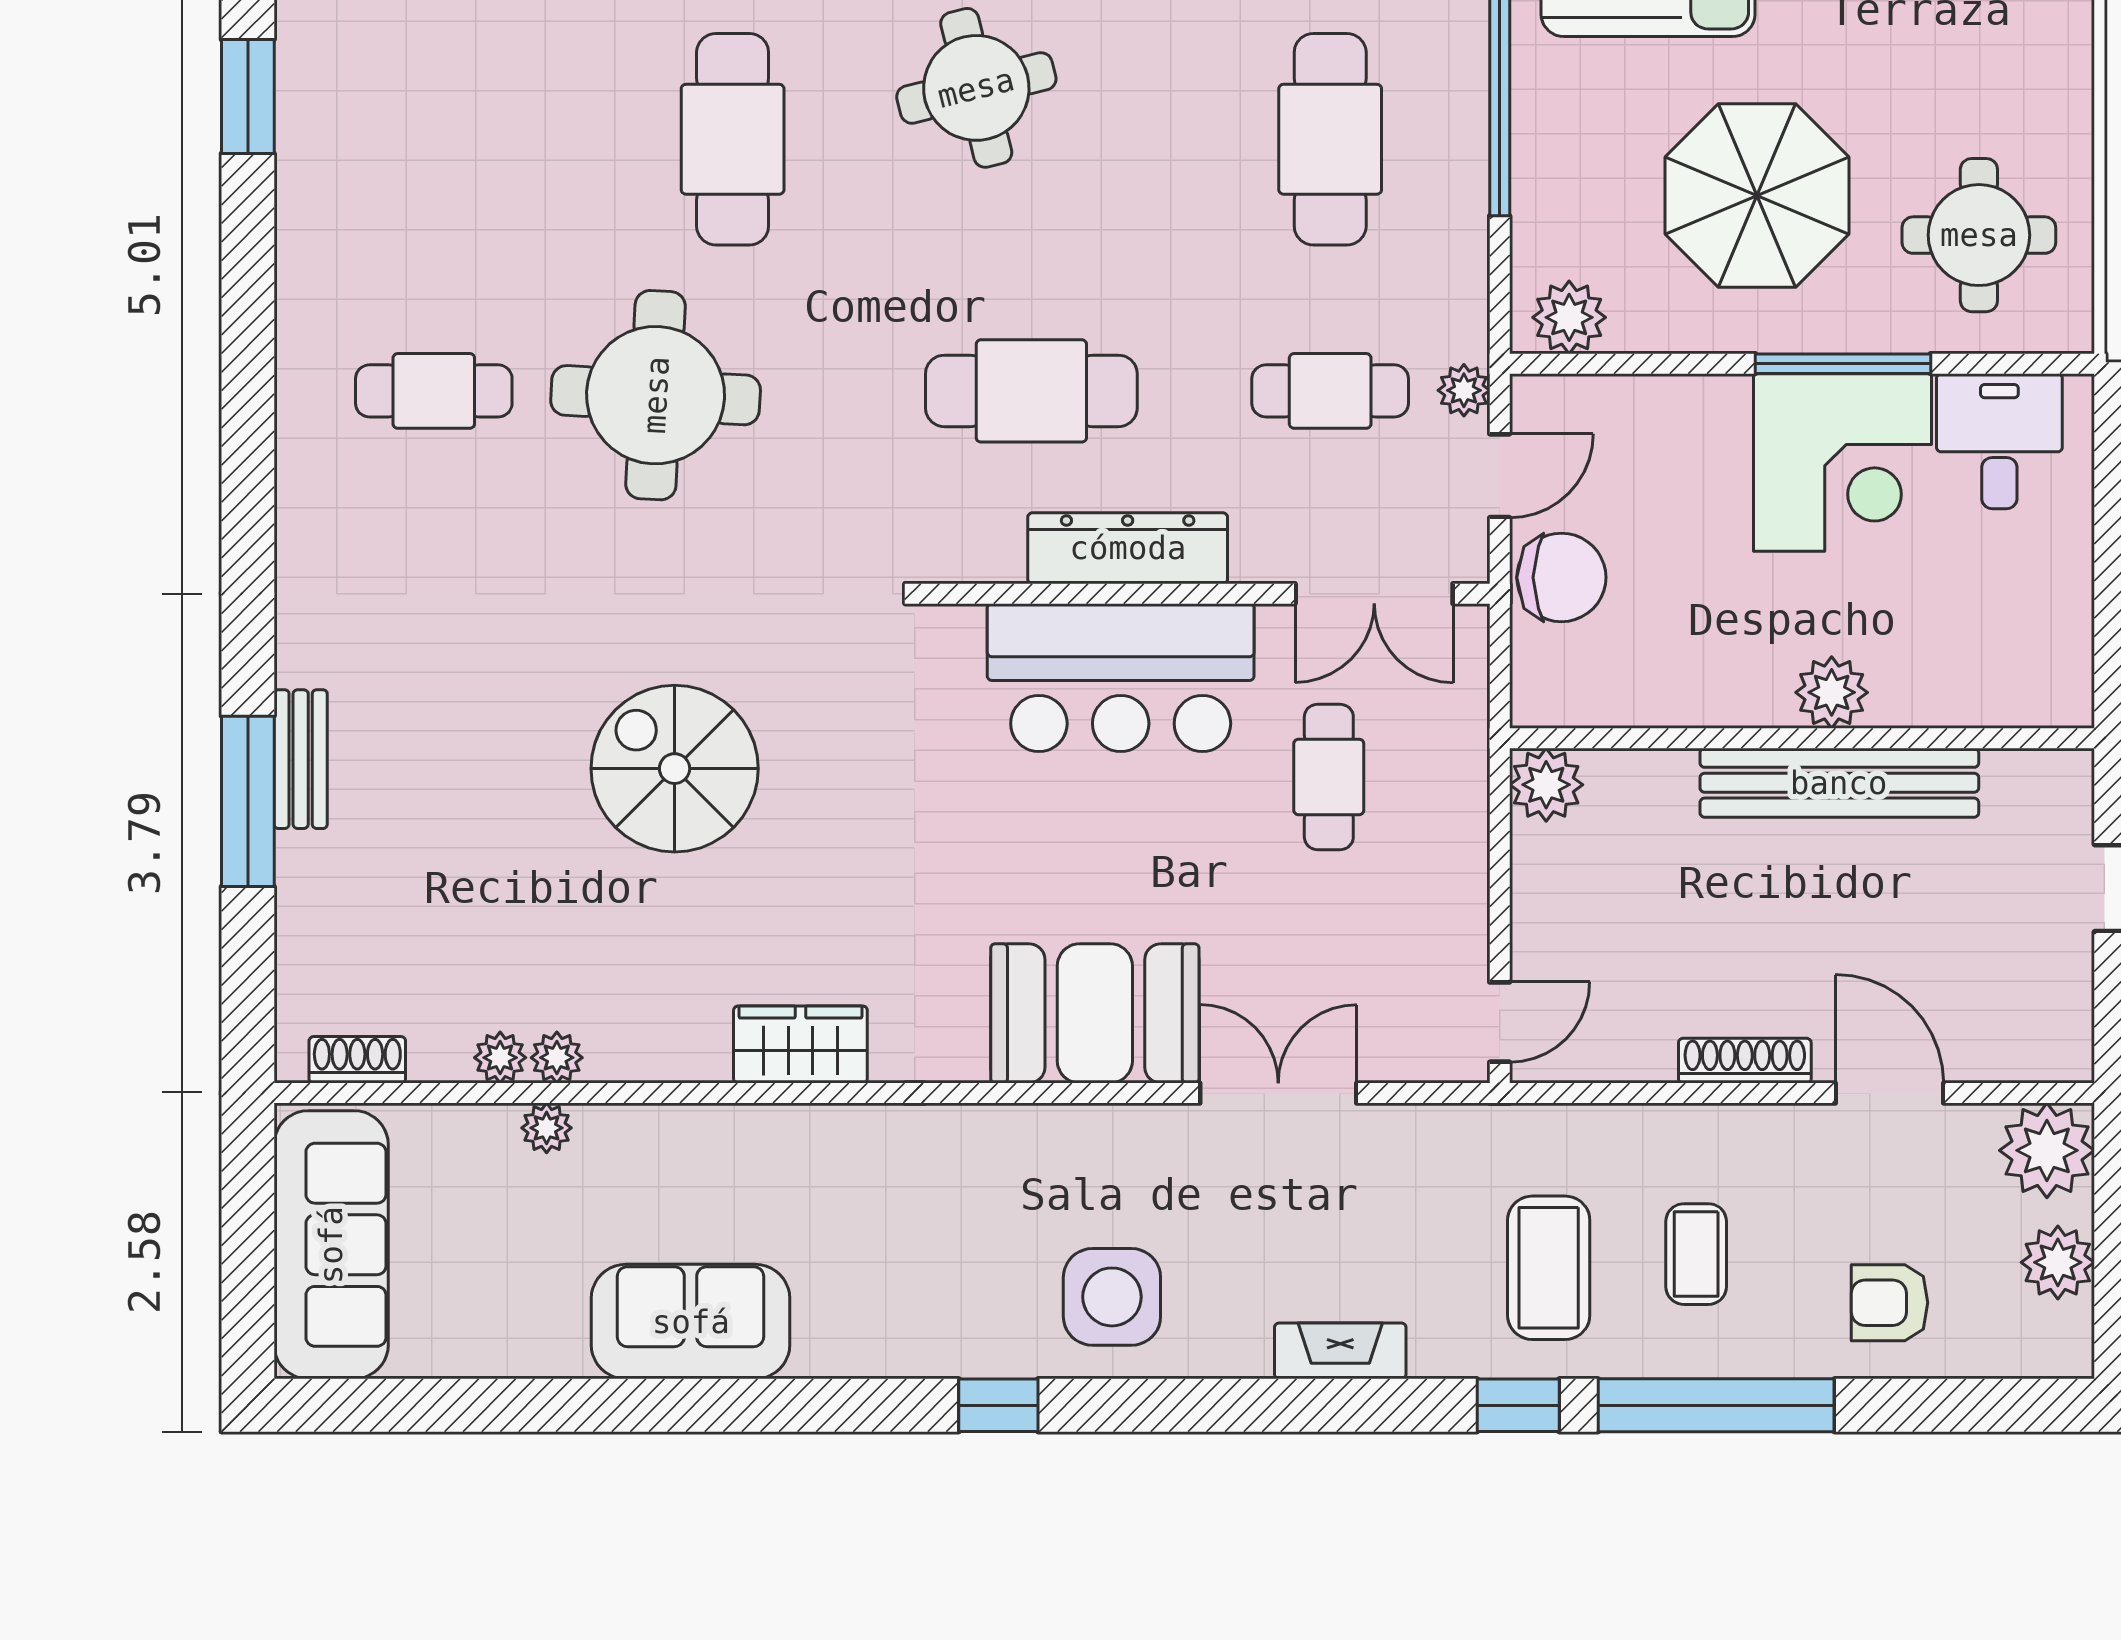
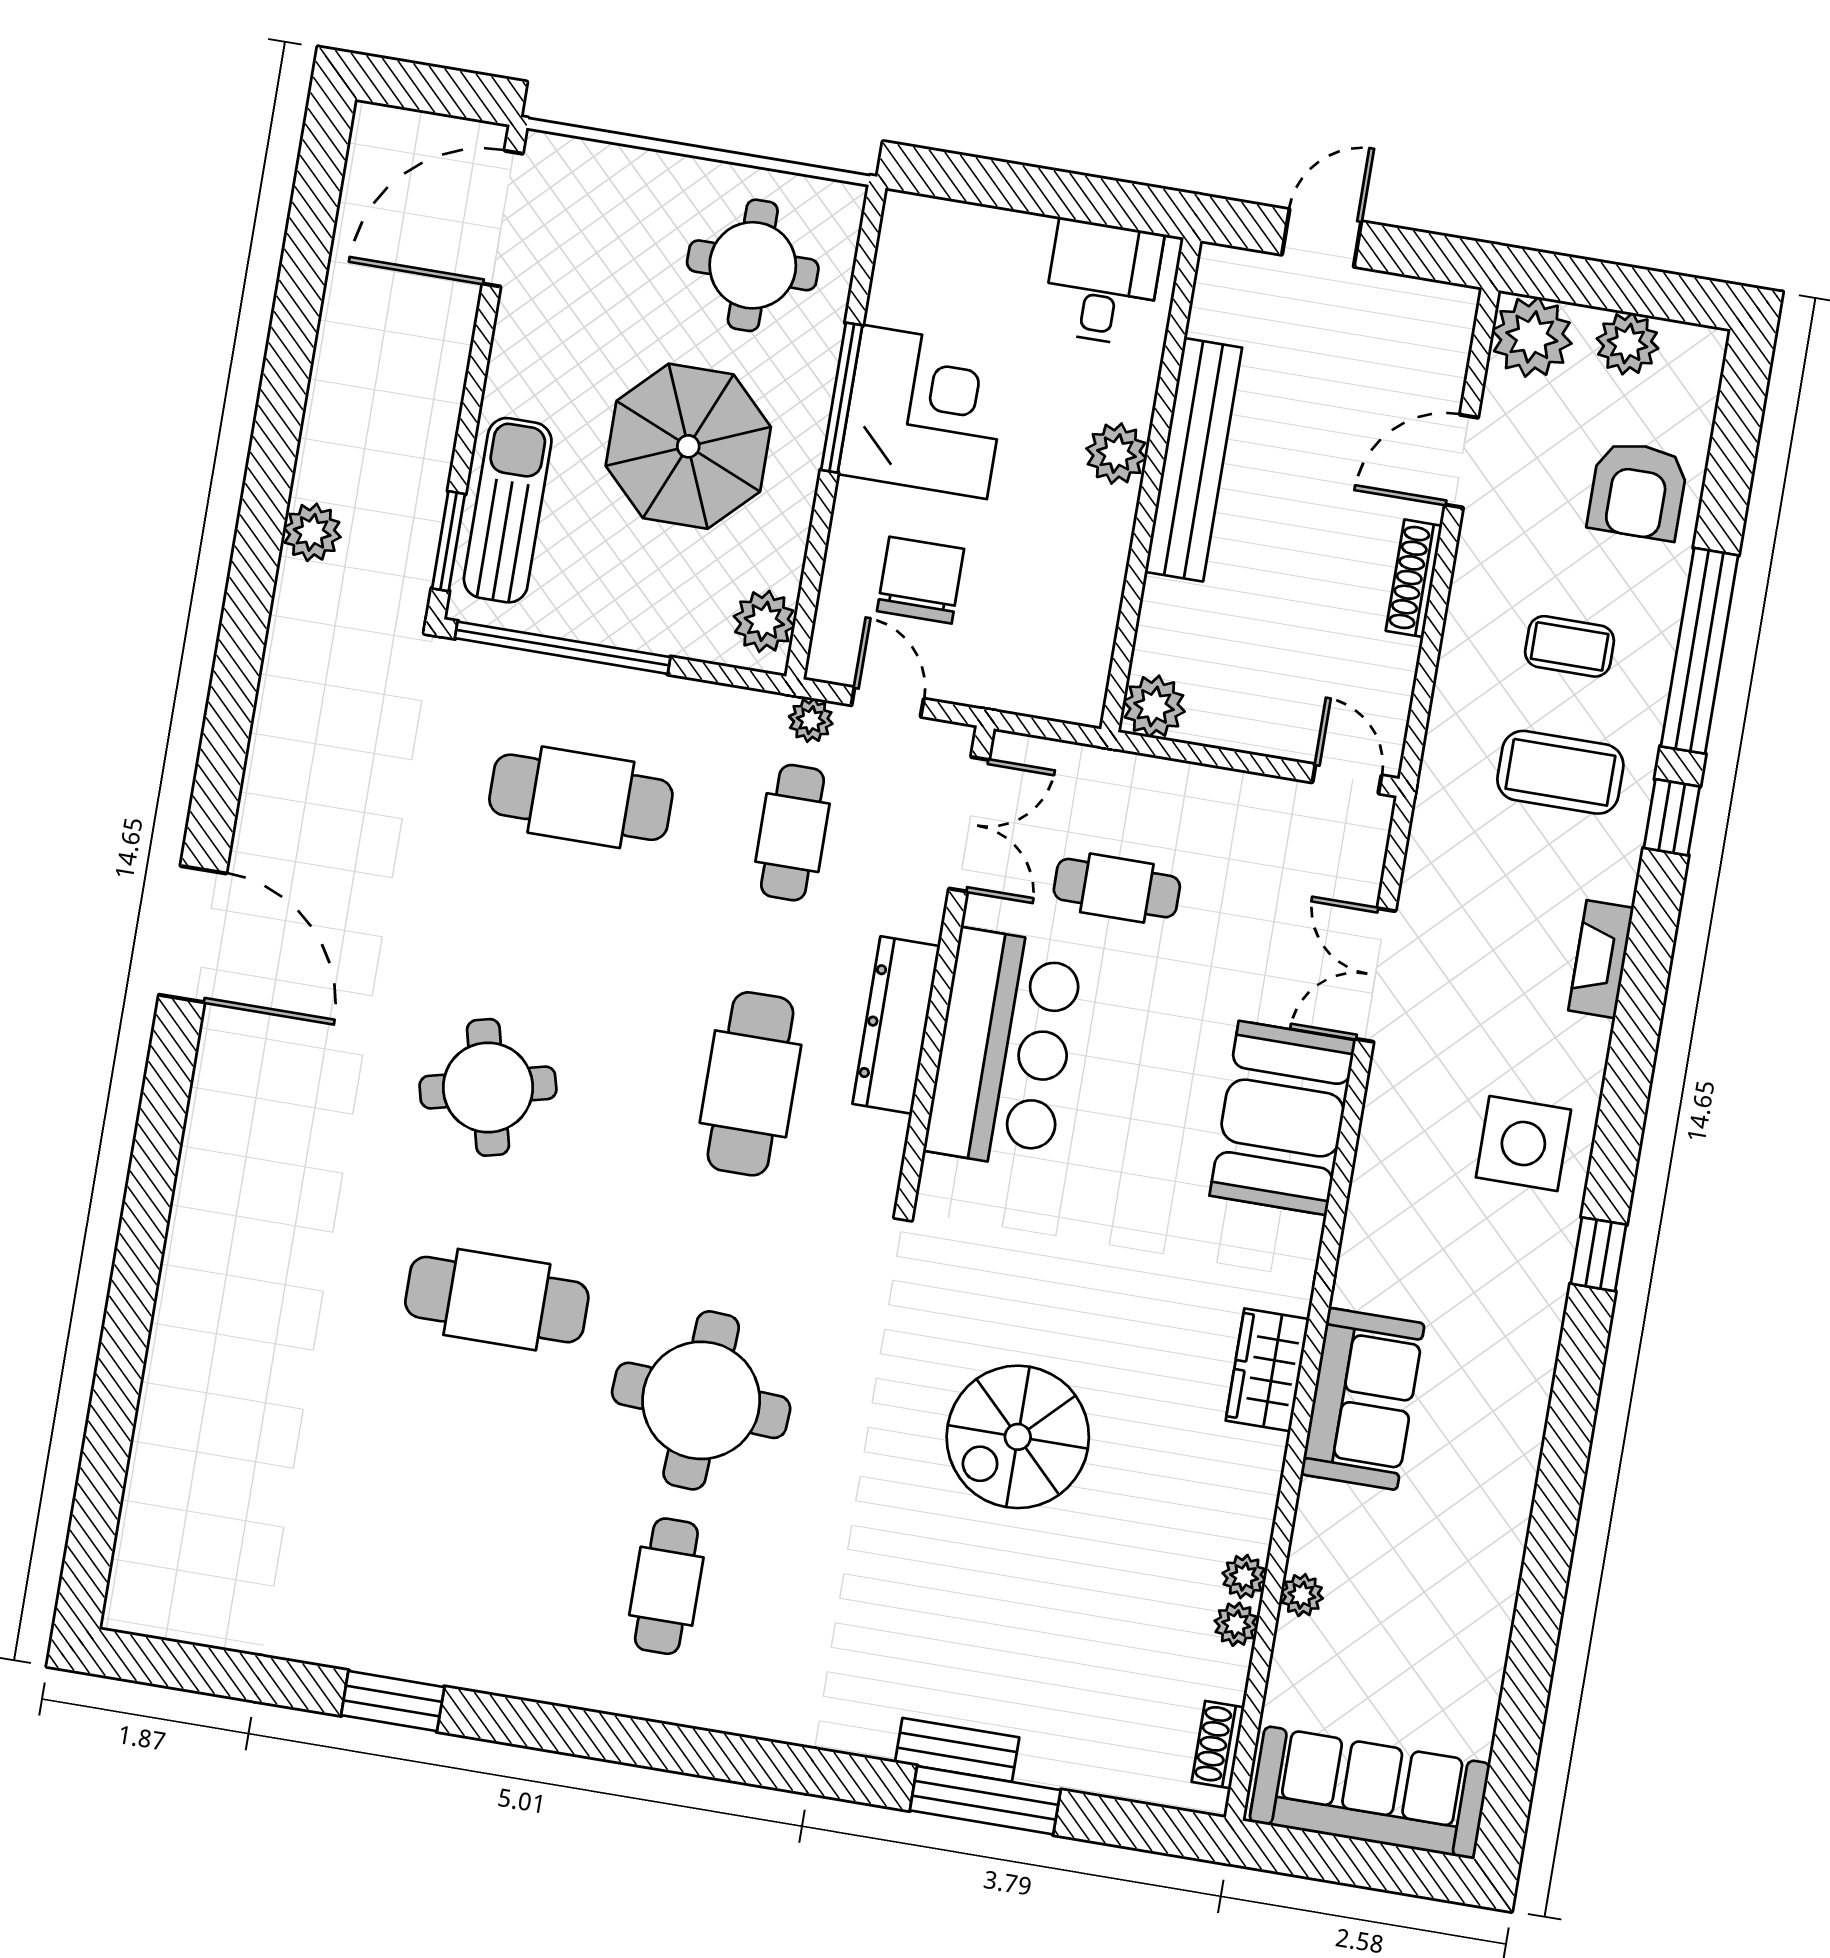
desk: (1999, 441) -> (1103, 283), moved, turned 90
chair: (1561, 577) -> (921, 580), moved
armchair: (1890, 1303) -> (1638, 491), width x1.38, depth x1.38
sofa: (691, 1322) -> (1363, 1399), moved, turned 180

